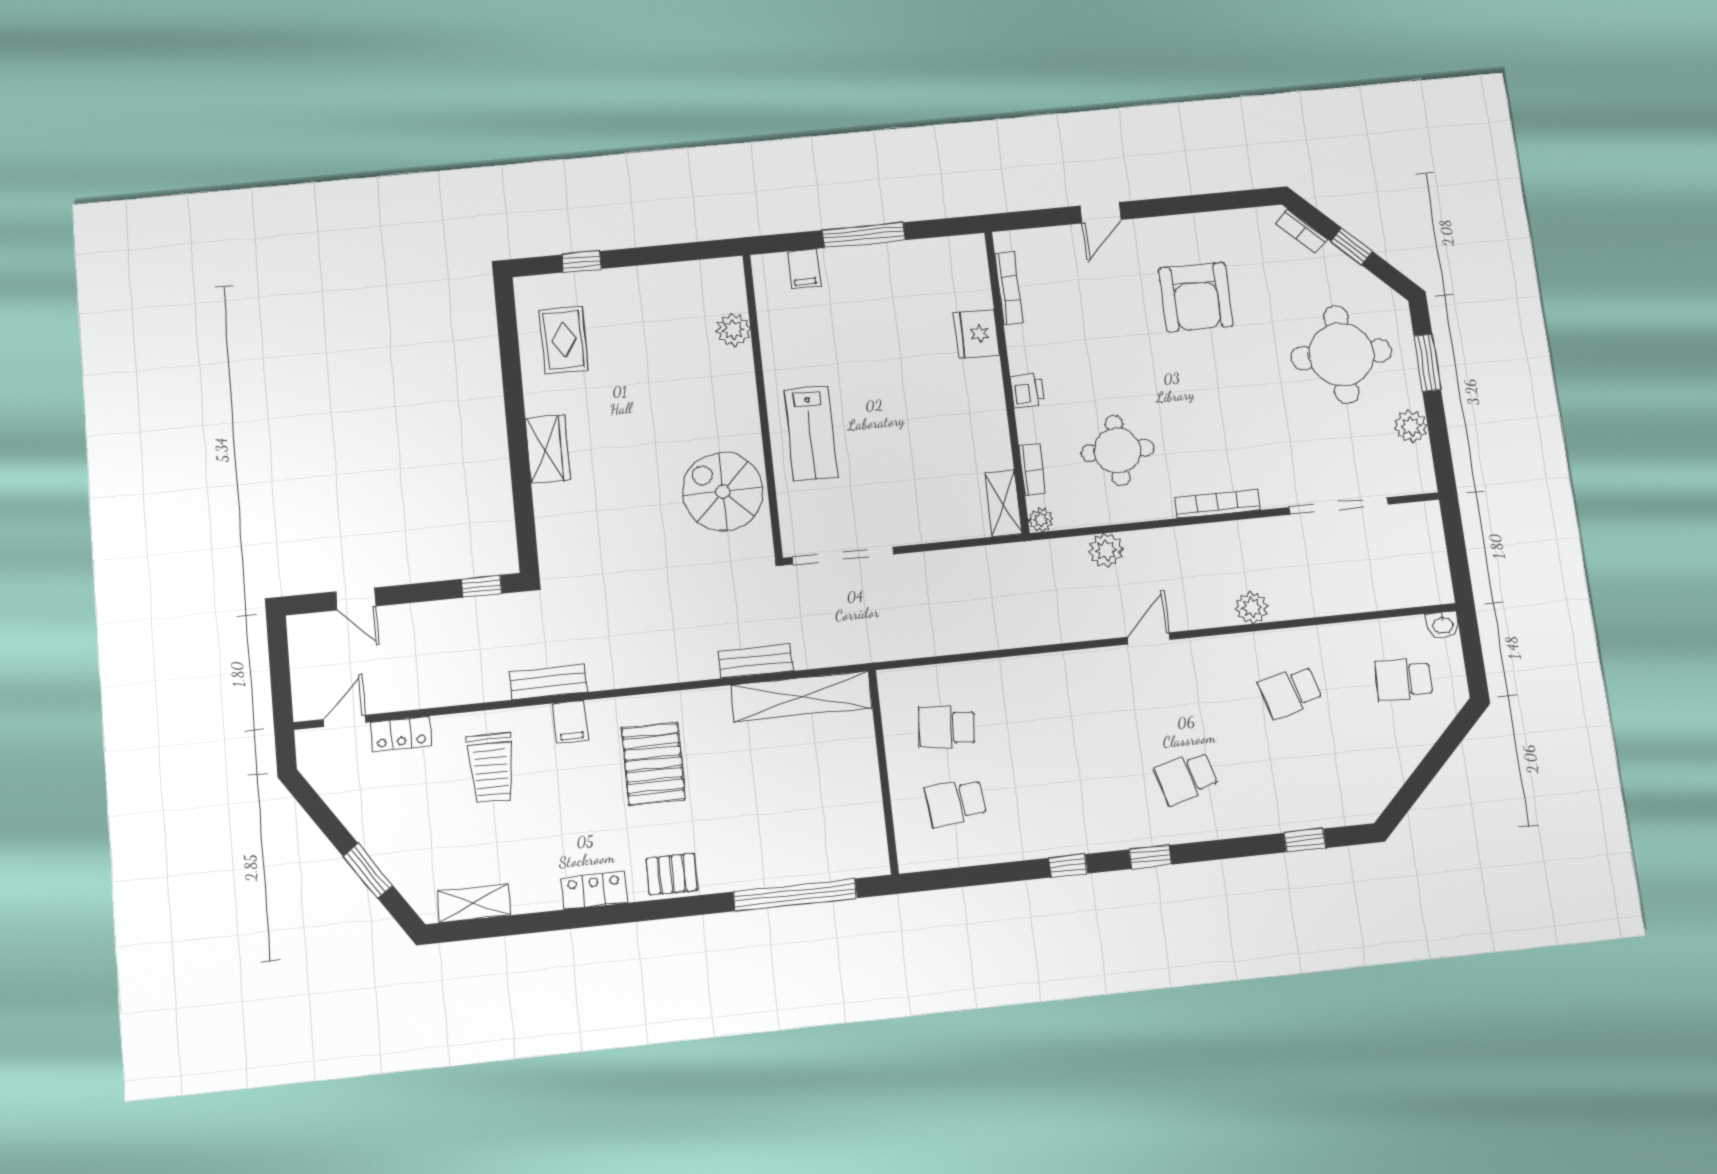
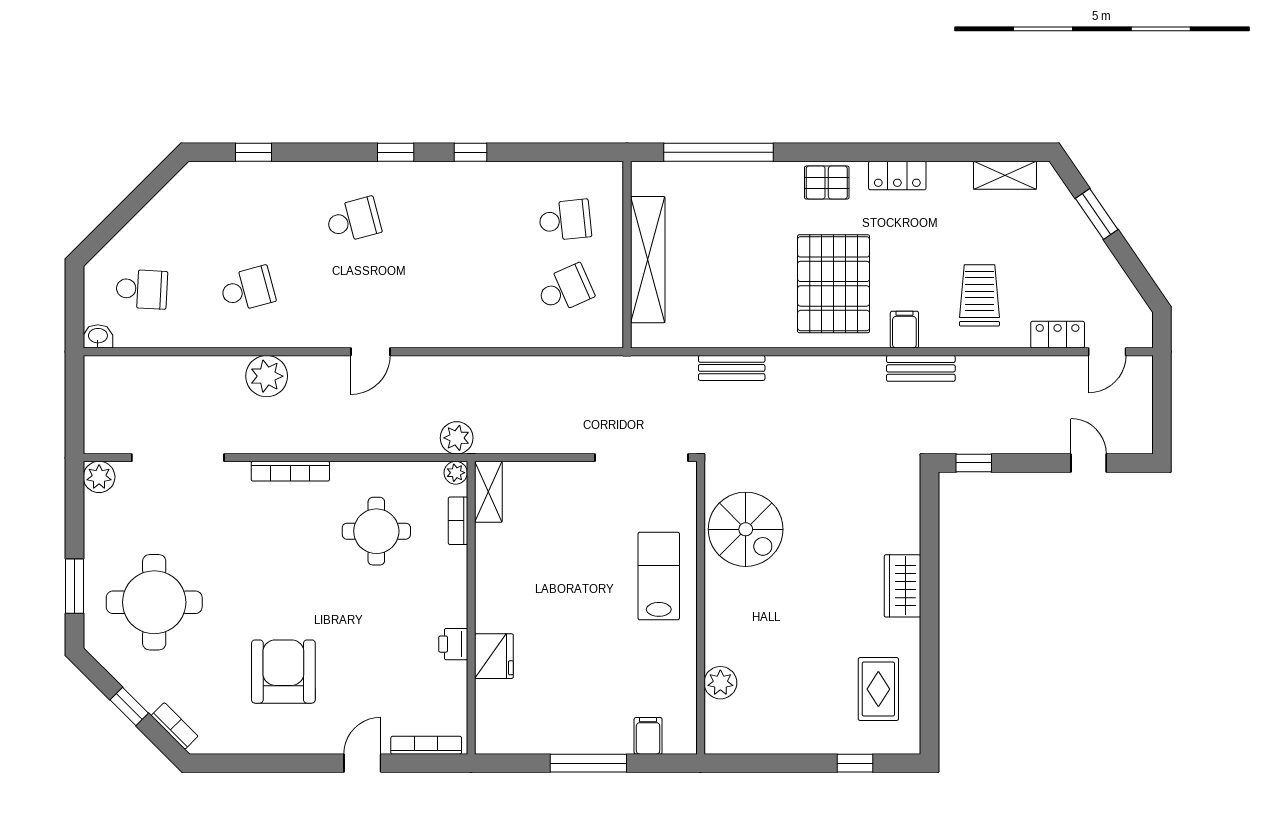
bookcase: (1009, 288) -> (426, 745), moved, turned 90
printer: (1027, 391) -> (453, 644), moved
plant: (1411, 426) -> (99, 477), moved
plant: (1106, 550) -> (457, 438), moved
plant: (1252, 608) -> (267, 376), width x1.36, depth x1.36
shelving: (801, 697) -> (648, 260), moved, turned 90
school desk: (947, 727) -> (565, 289), turned -30
pallet: (653, 764) -> (834, 284), width x1.37, depth x1.41

